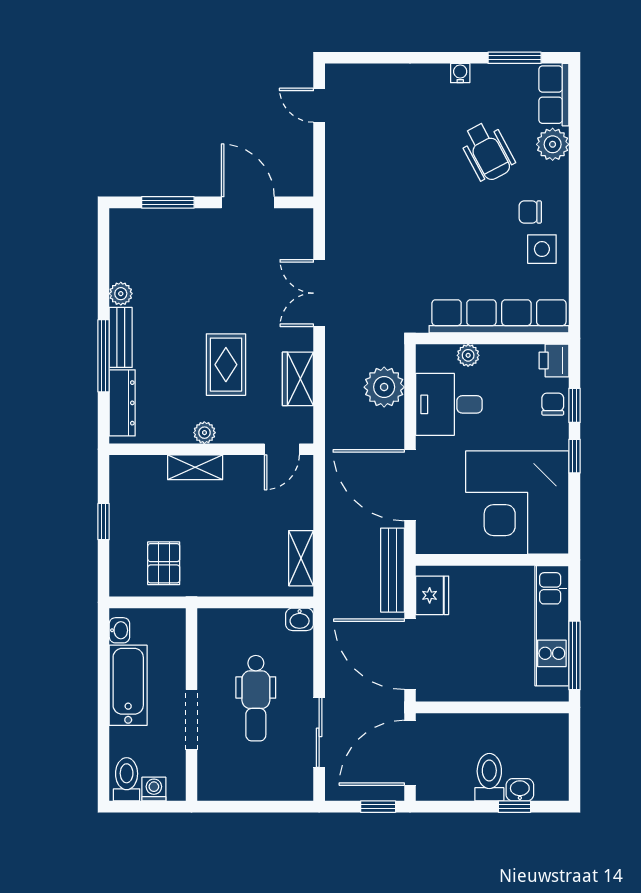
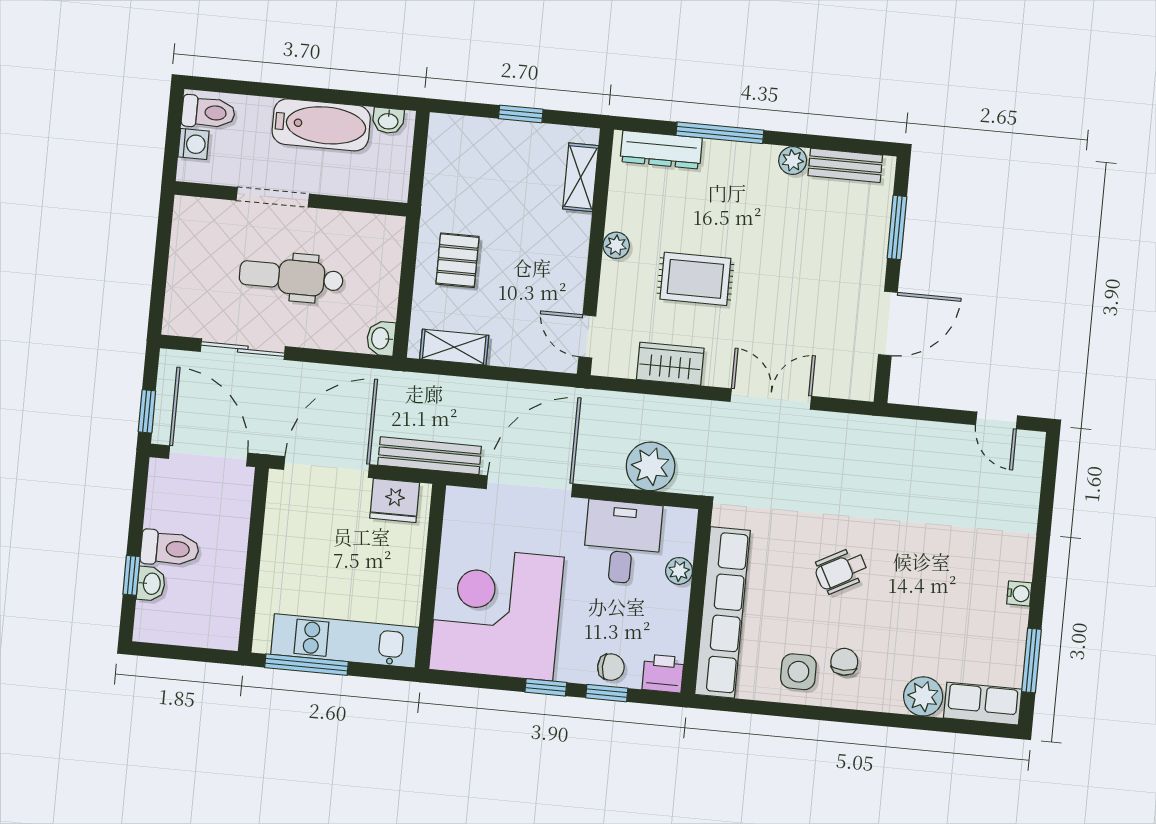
door: (319, 105) -> (997, 420), swing flipped
wheelchair: (487, 152) -> (841, 571), moved, width x0.73, depth x0.73
bench: (121, 337) -> (845, 165), moved
shelving: (195, 467) -> (581, 177), moved
pallet: (164, 563) -> (457, 260), moved, turned 90

